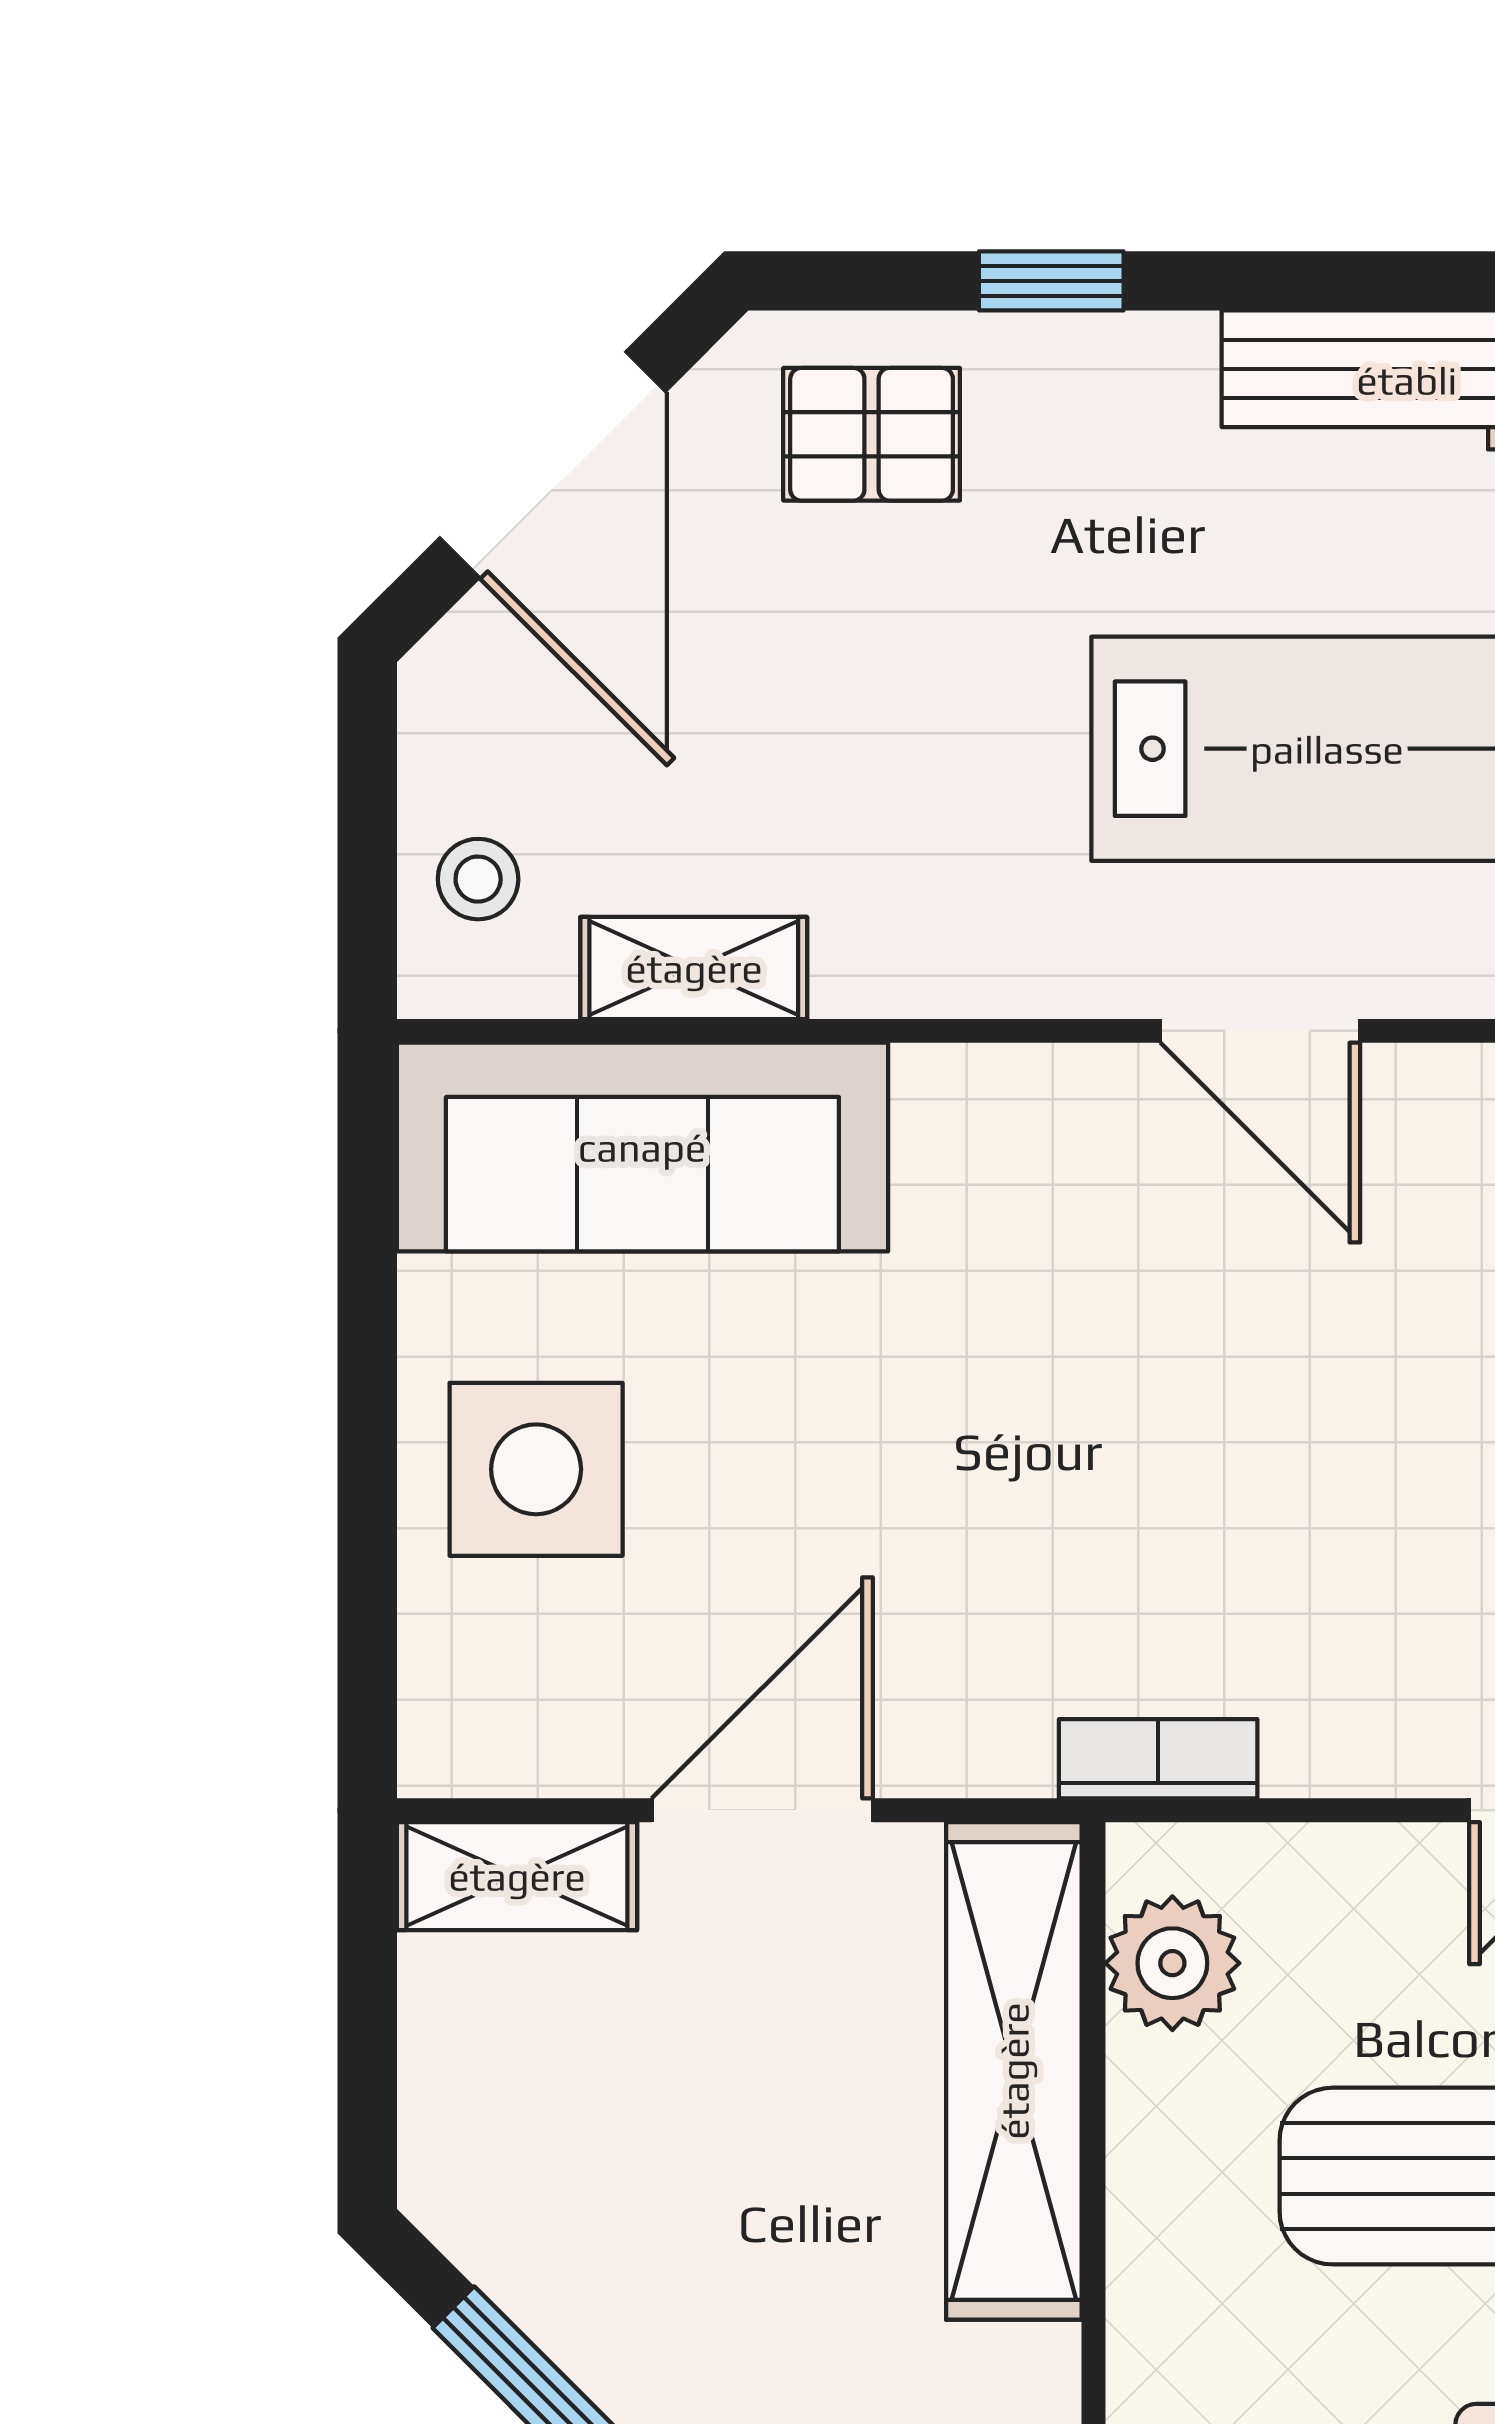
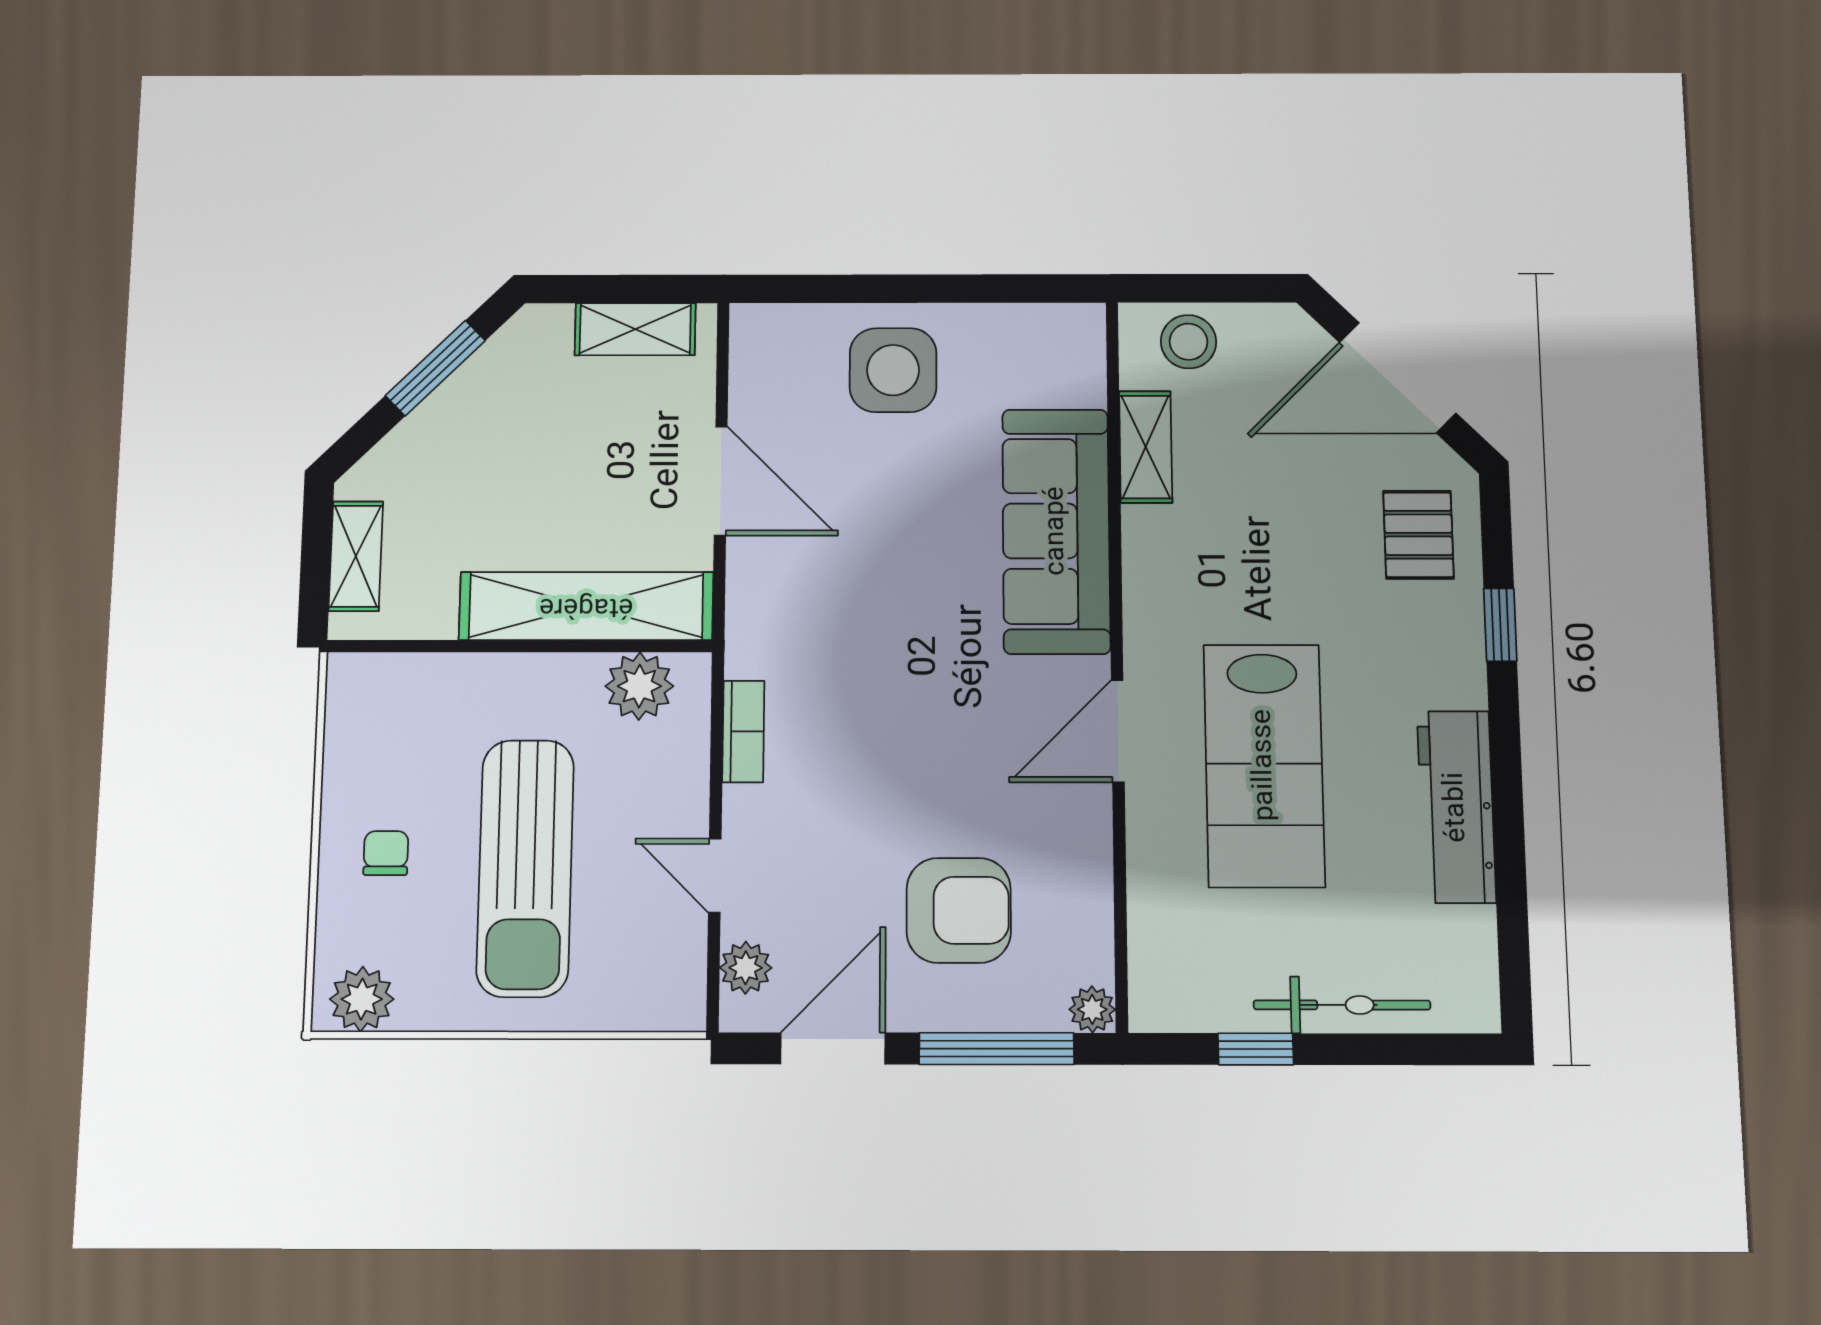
stool: (478, 879) -> (1188, 342), width x1.37, depth x1.37
sofa: (642, 1147) -> (1056, 531), moved
bookcase: (1158, 1759) -> (743, 731), moved
shelving: (517, 1876) -> (635, 329), moved, turned 90

